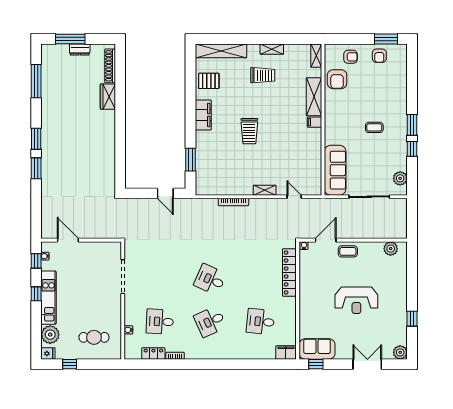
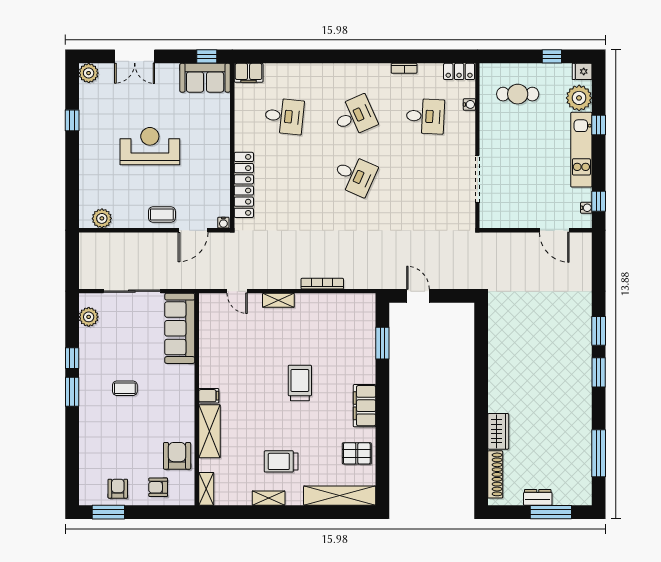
window: (36, 294) -> (599, 125), moved
locker: (153, 353) -> (459, 71), moved

